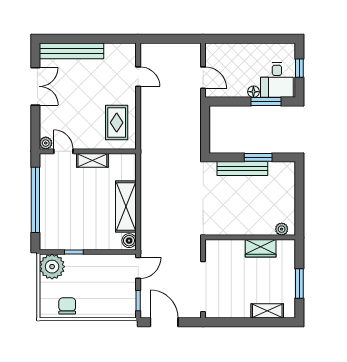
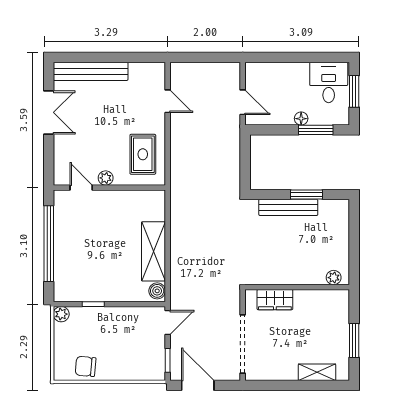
window: (299, 68) -> (354, 91), width x1.50
desk: (277, 80) -> (329, 82), moved, turned 180
plant: (46, 143) -> (106, 178), moved
shelving: (92, 160) -> (115, 198), removed
wardrobe: (261, 248) -> (275, 300), moved
plant: (52, 267) -> (61, 314), width x0.53, depth x0.53
chair: (67, 306) -> (86, 366), turned -85

